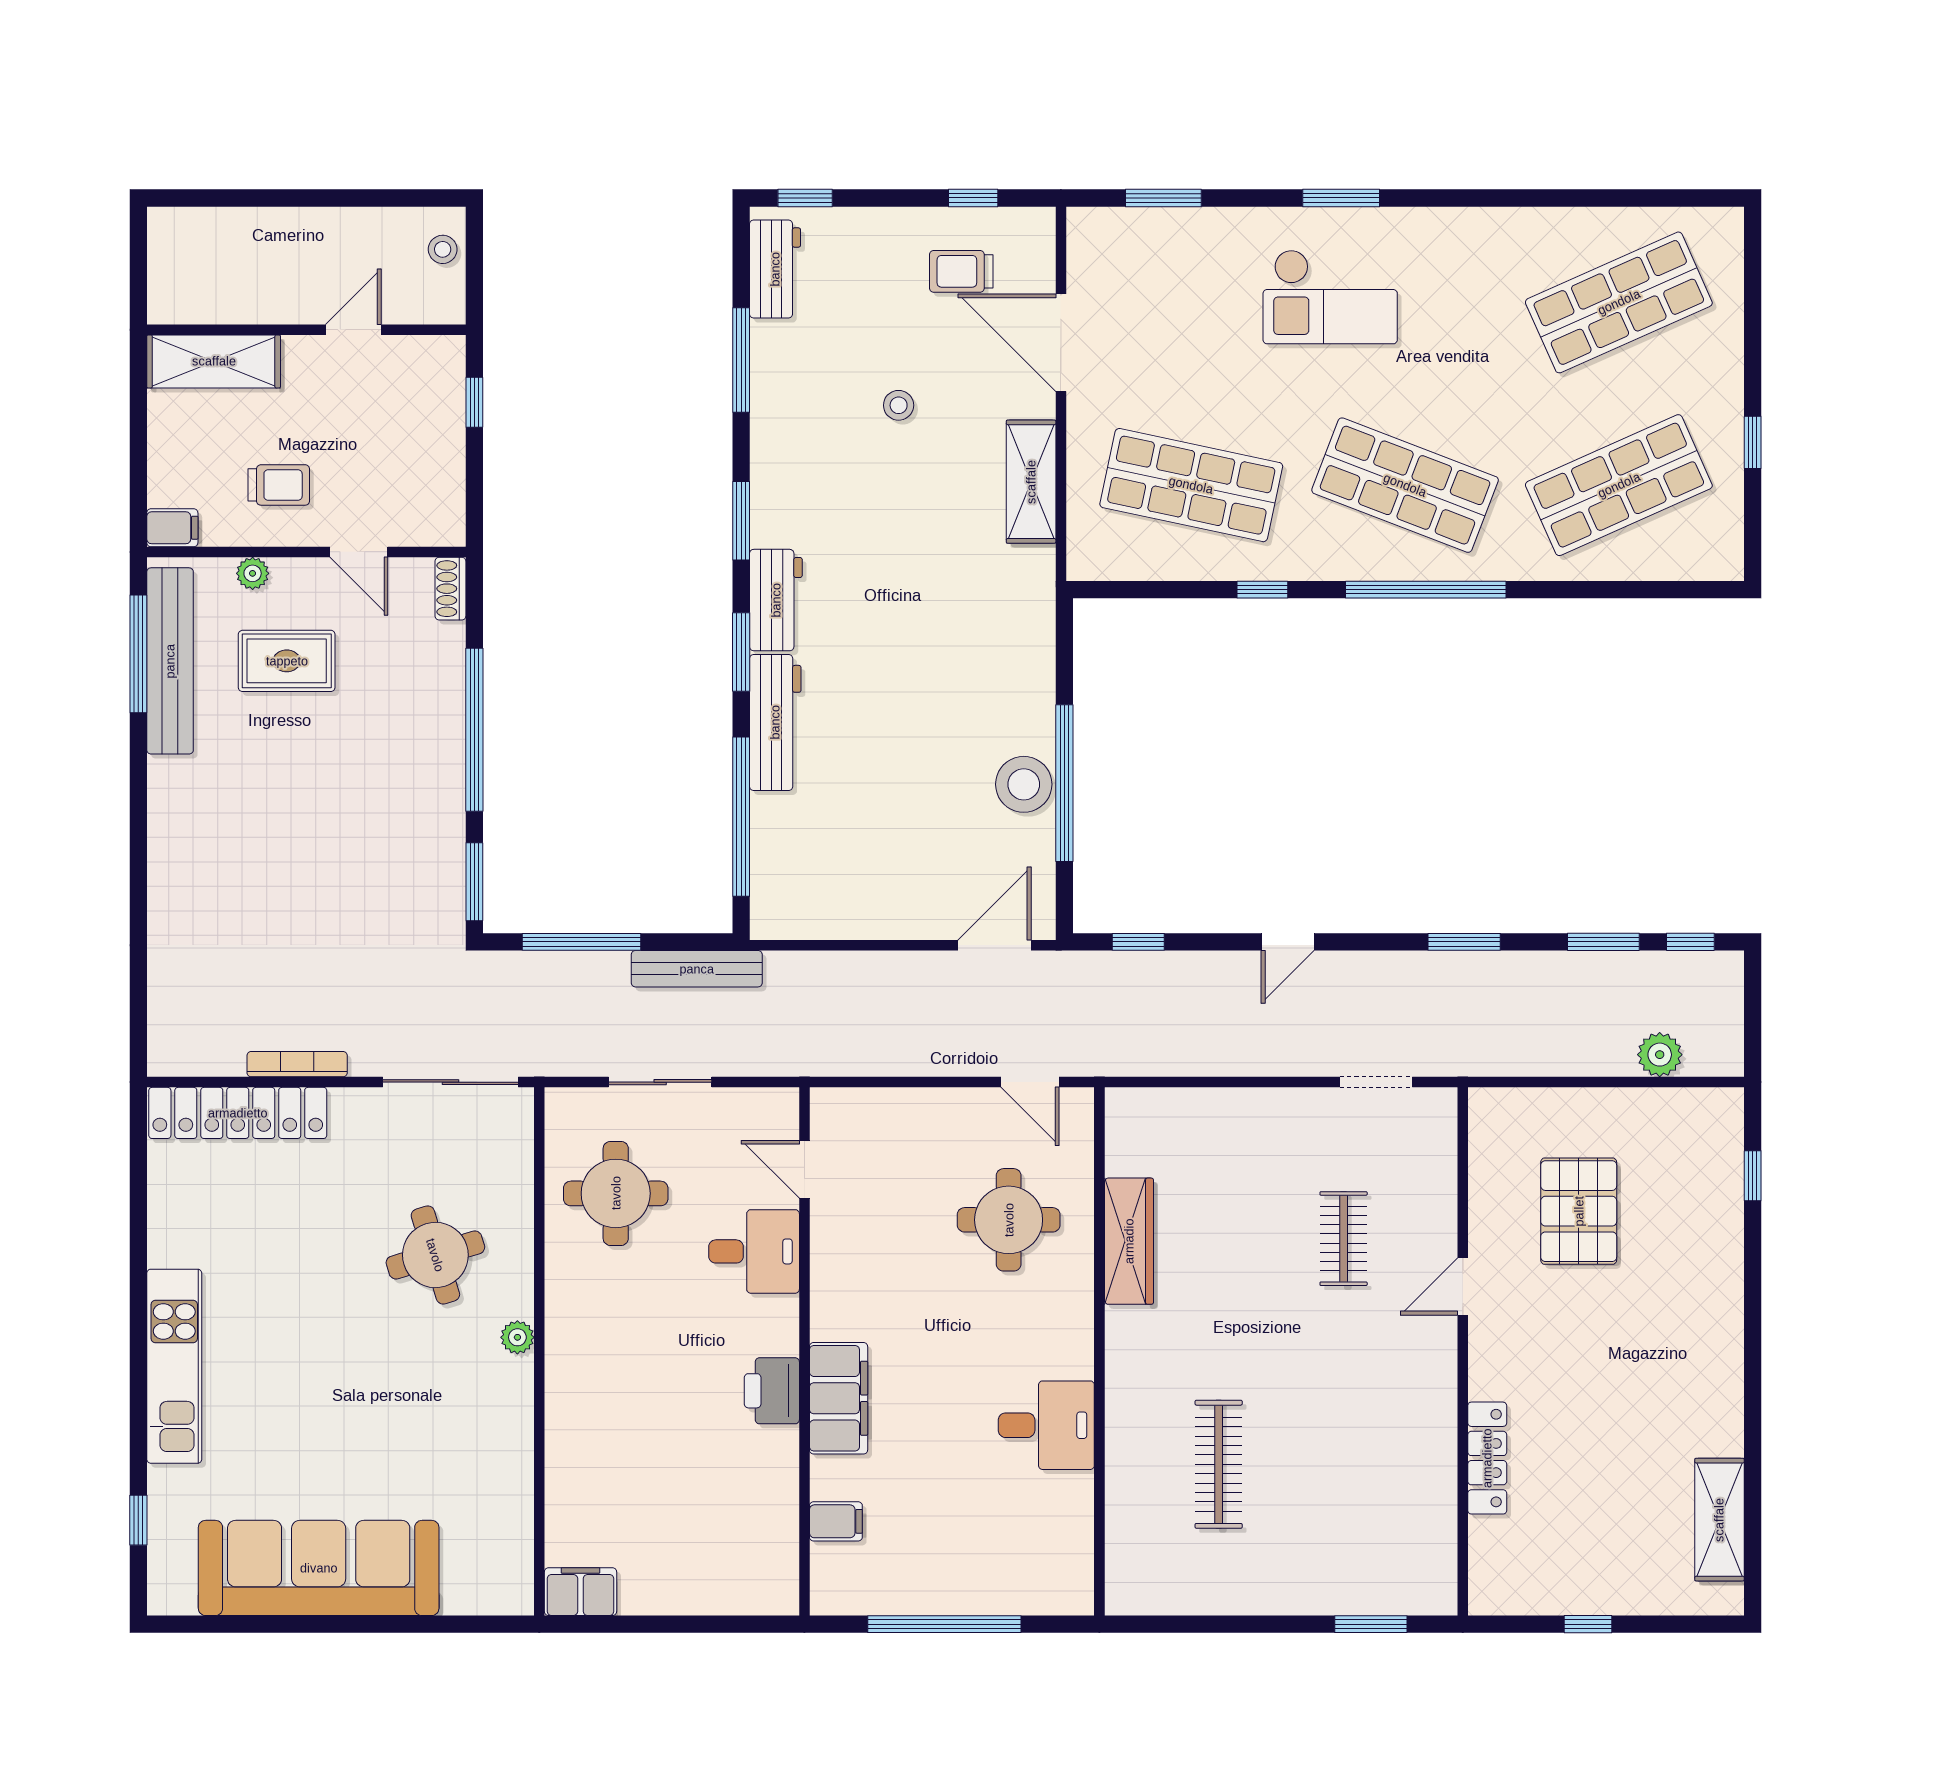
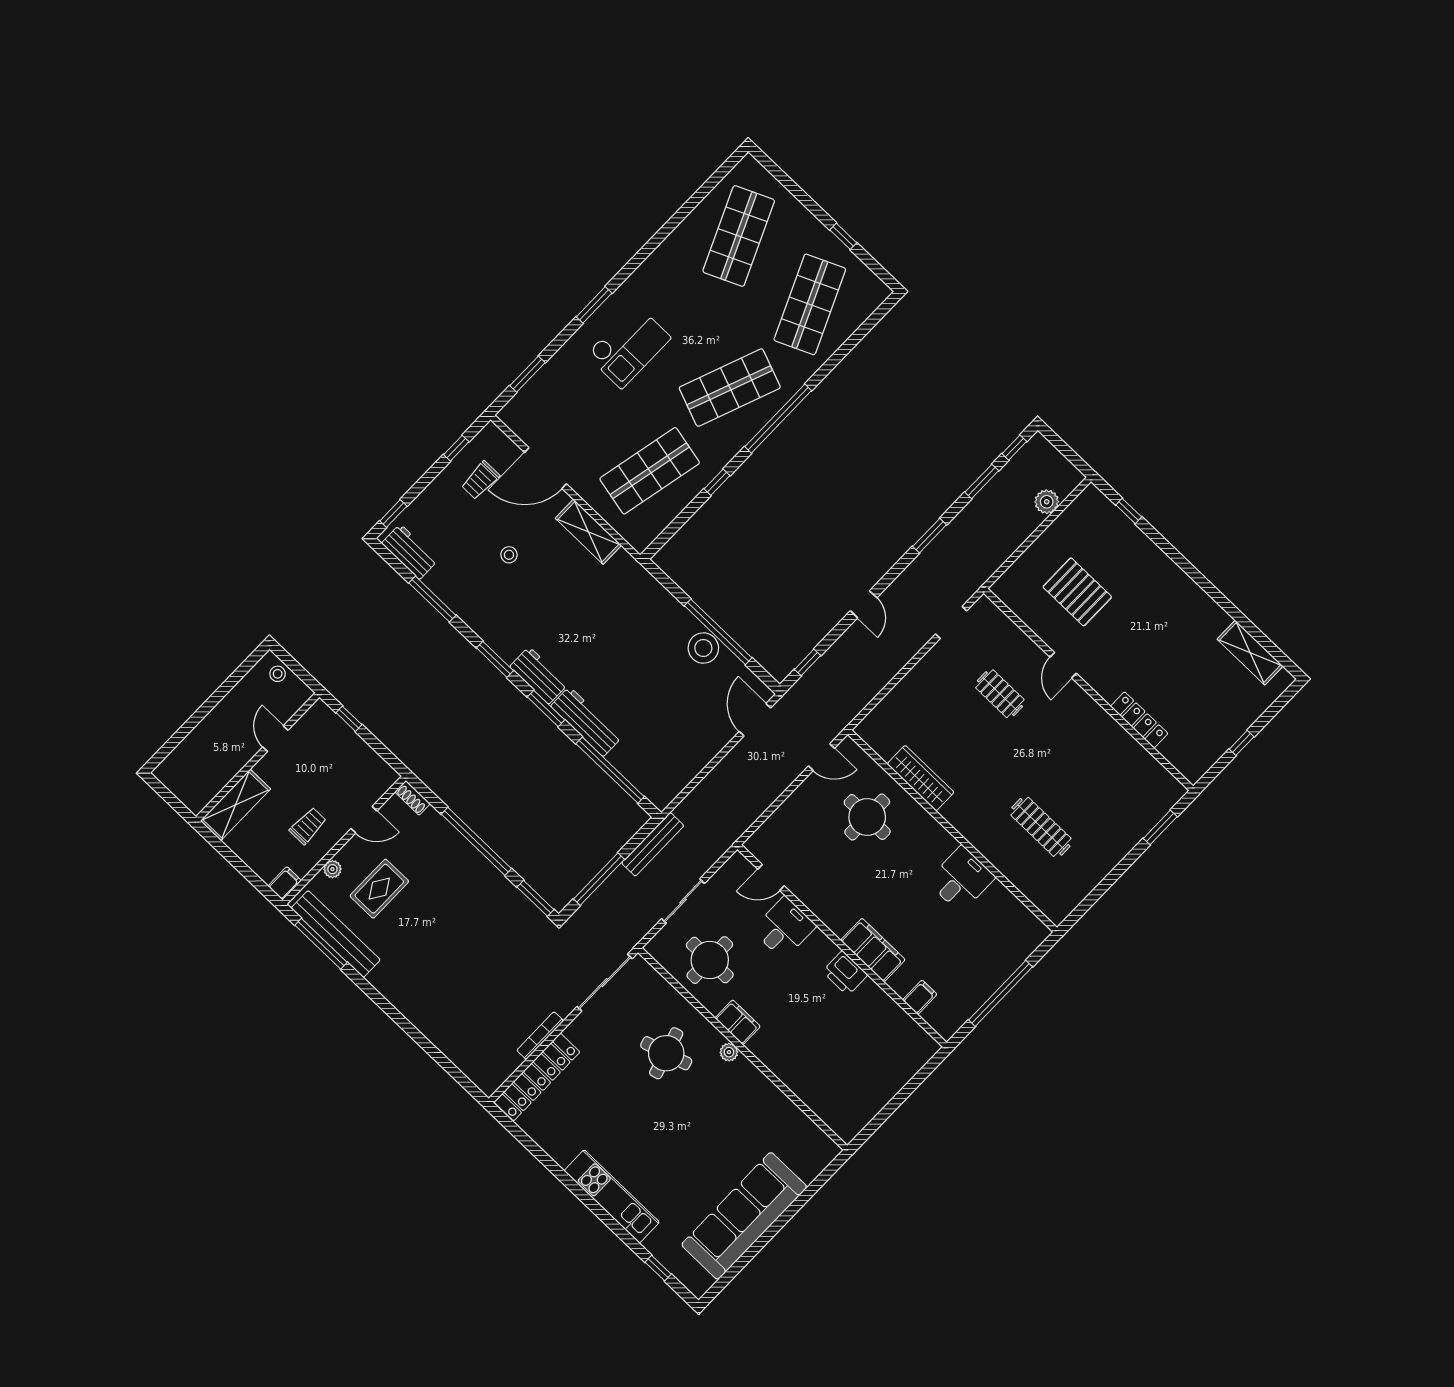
filing cabinet: (580, 1592) -> (738, 1022), moved, turned 90

